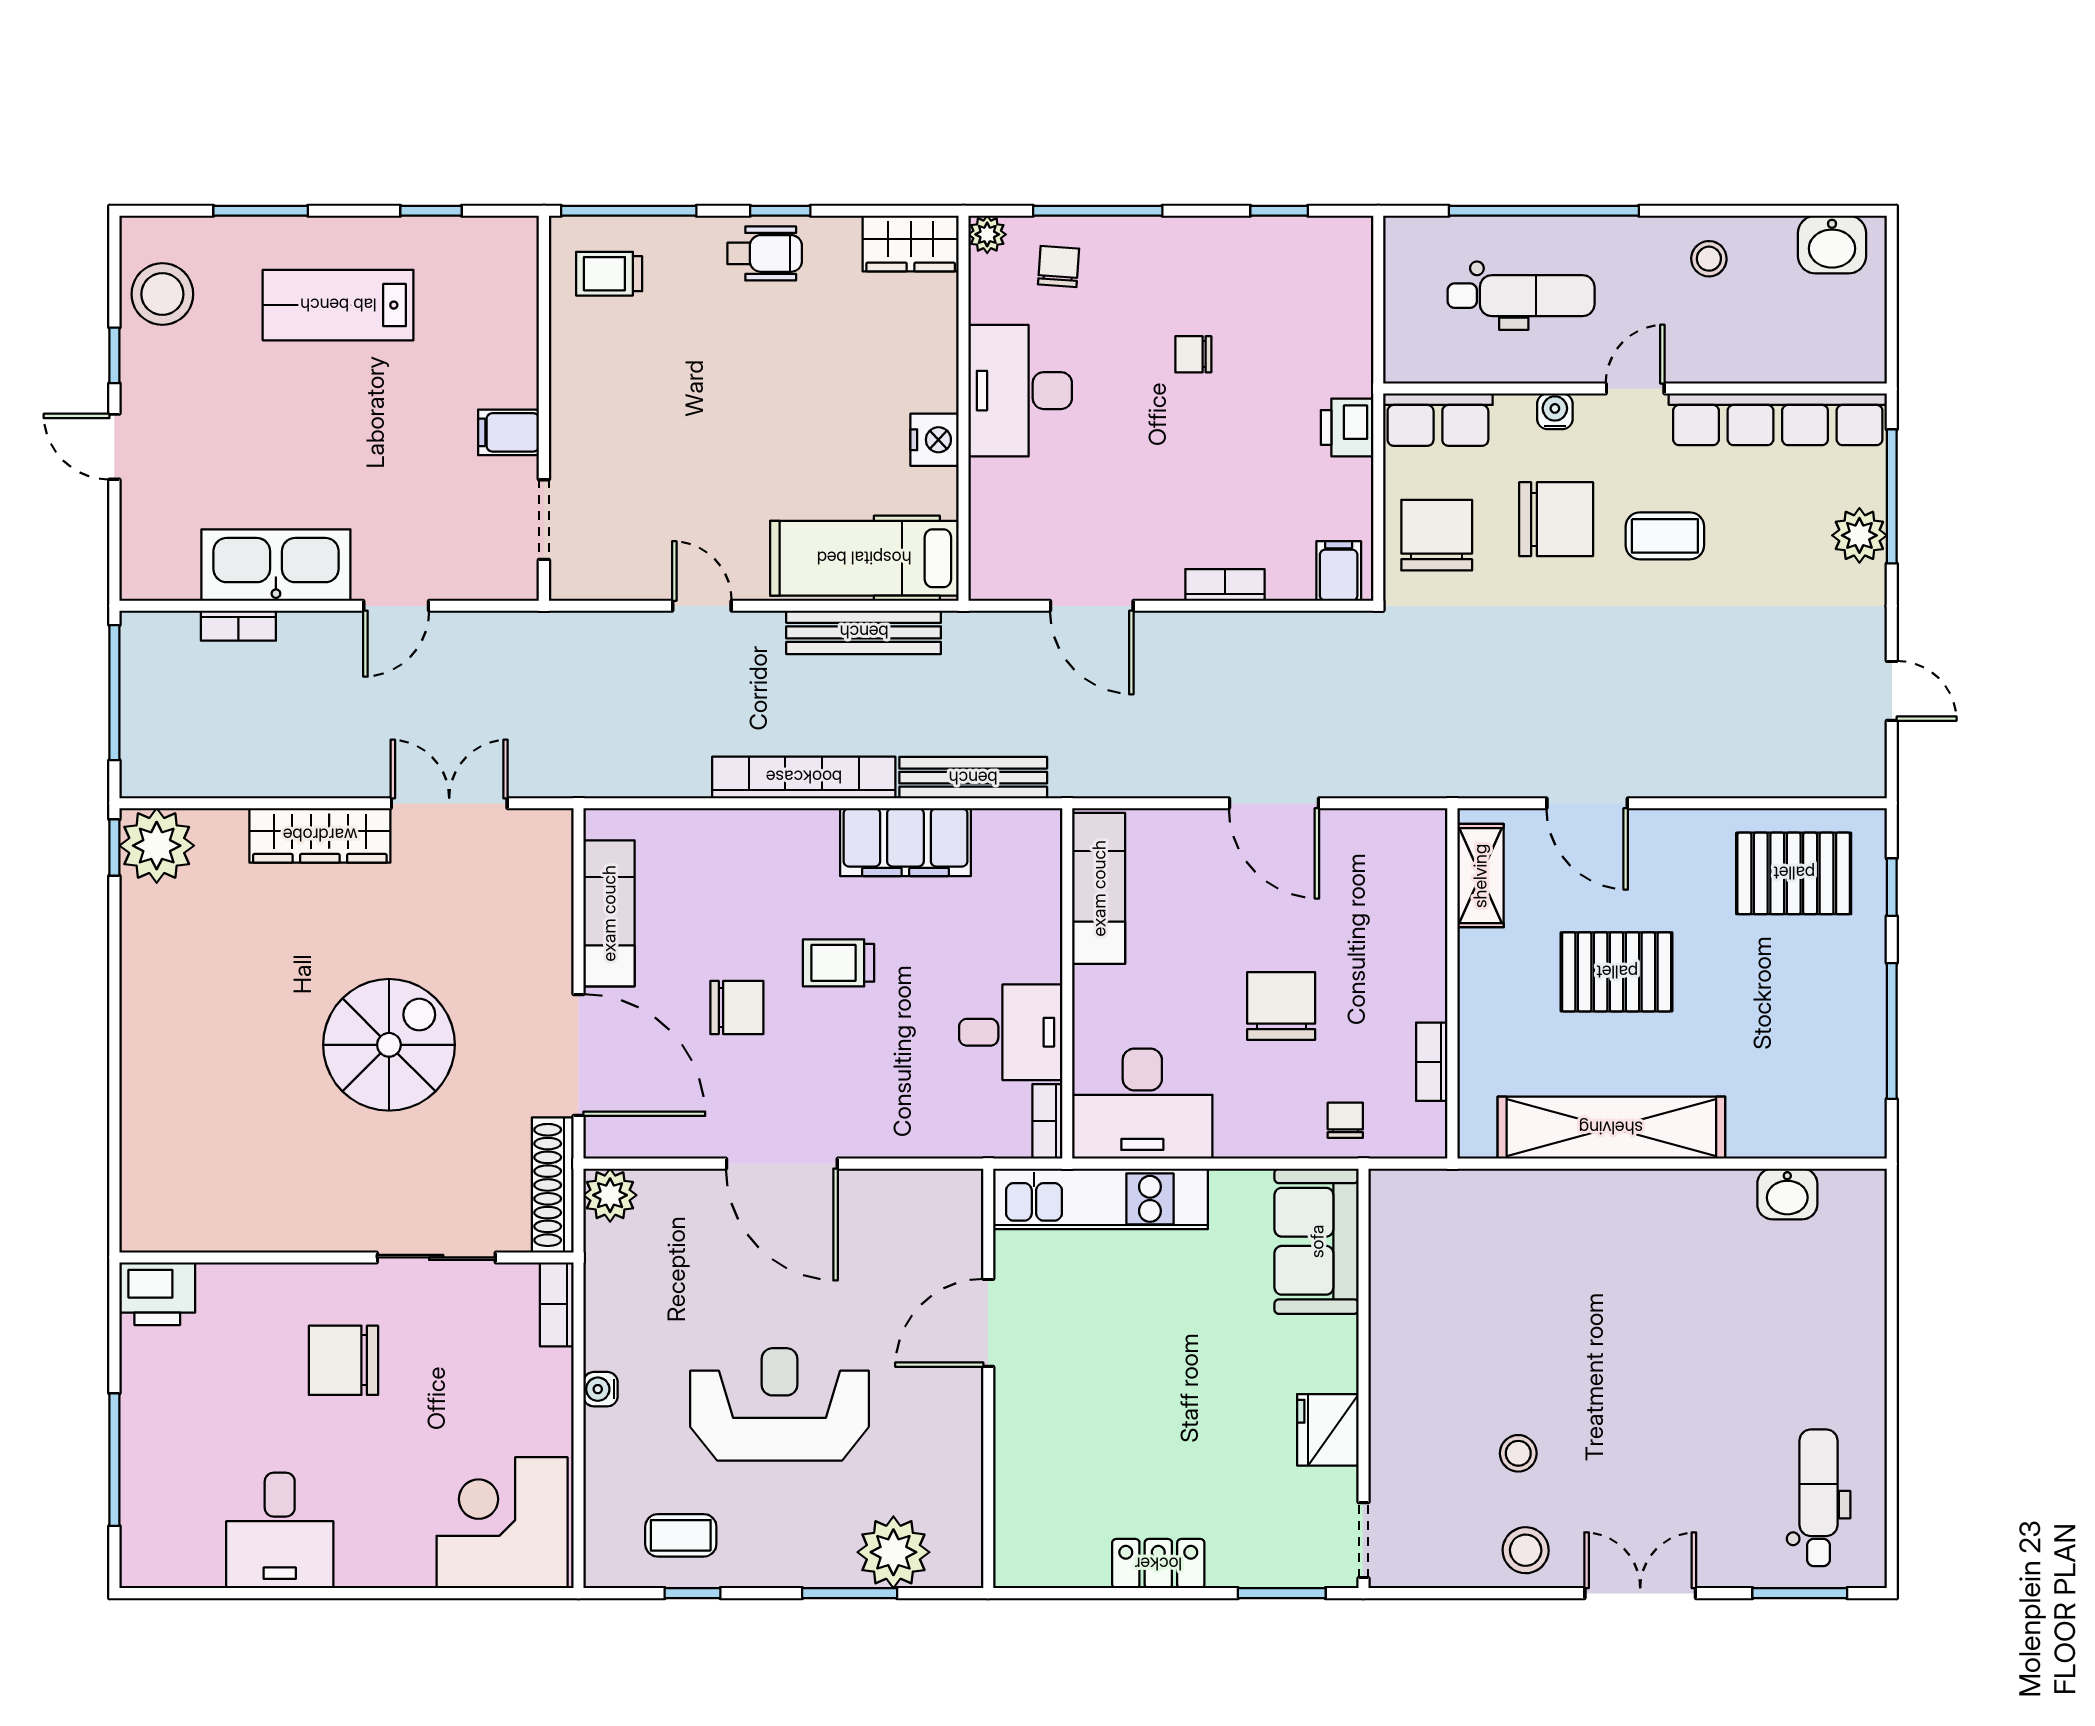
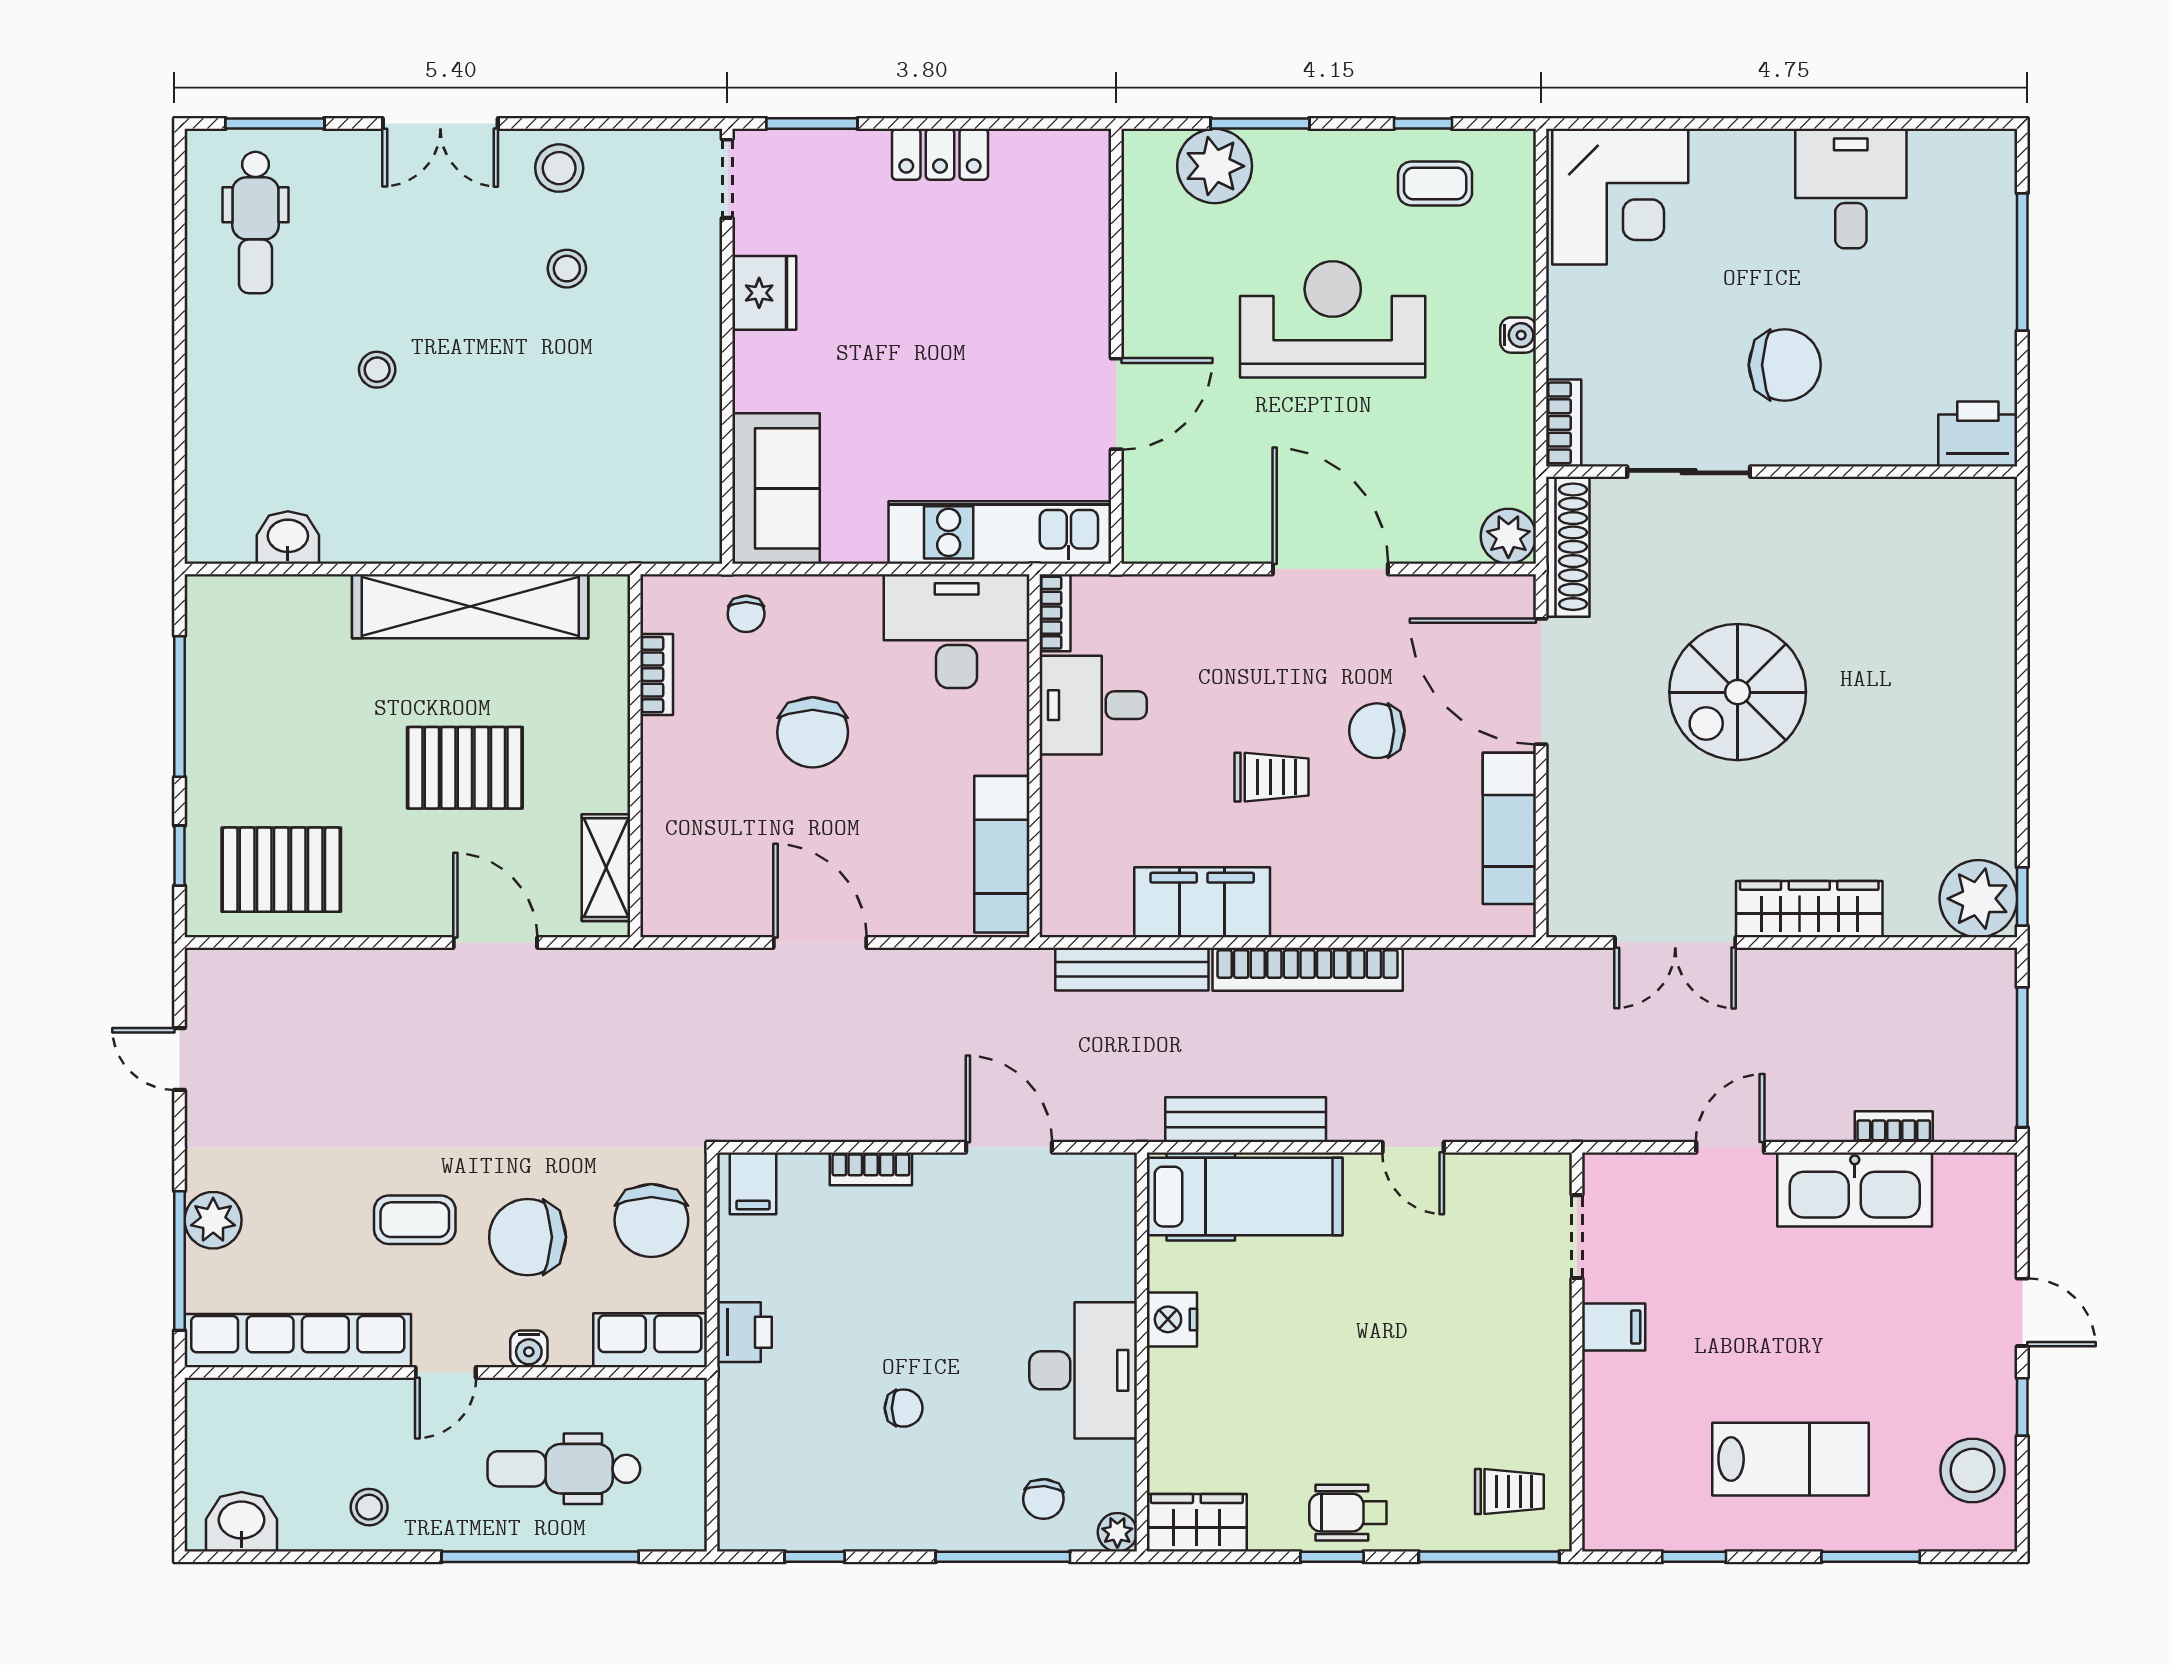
stool: (1701, 1356) -> (377, 370), added
reception desk: (780, 1404) -> (1333, 319), turned 180

